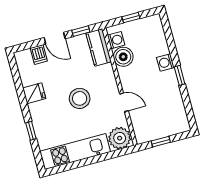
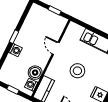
plant: (120, 138) -> (75, 31), removed

